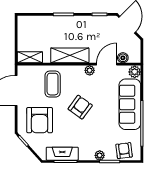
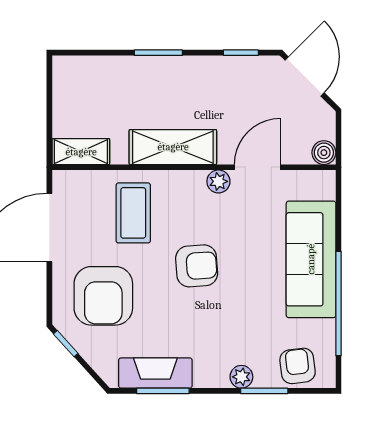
boiler: (123, 58) -> (324, 153), moved
plant: (135, 72) -> (322, 185), removed
armchair: (80, 107) -> (197, 266), turned 50

